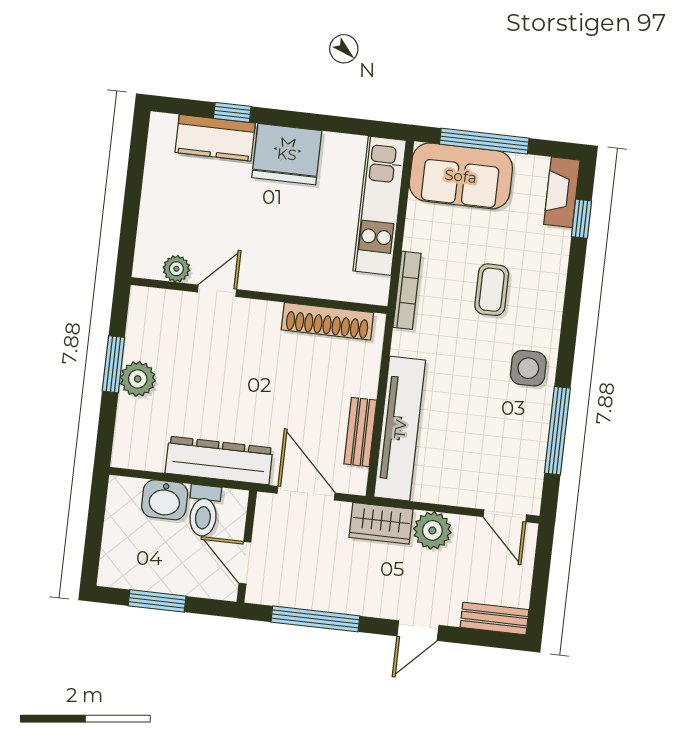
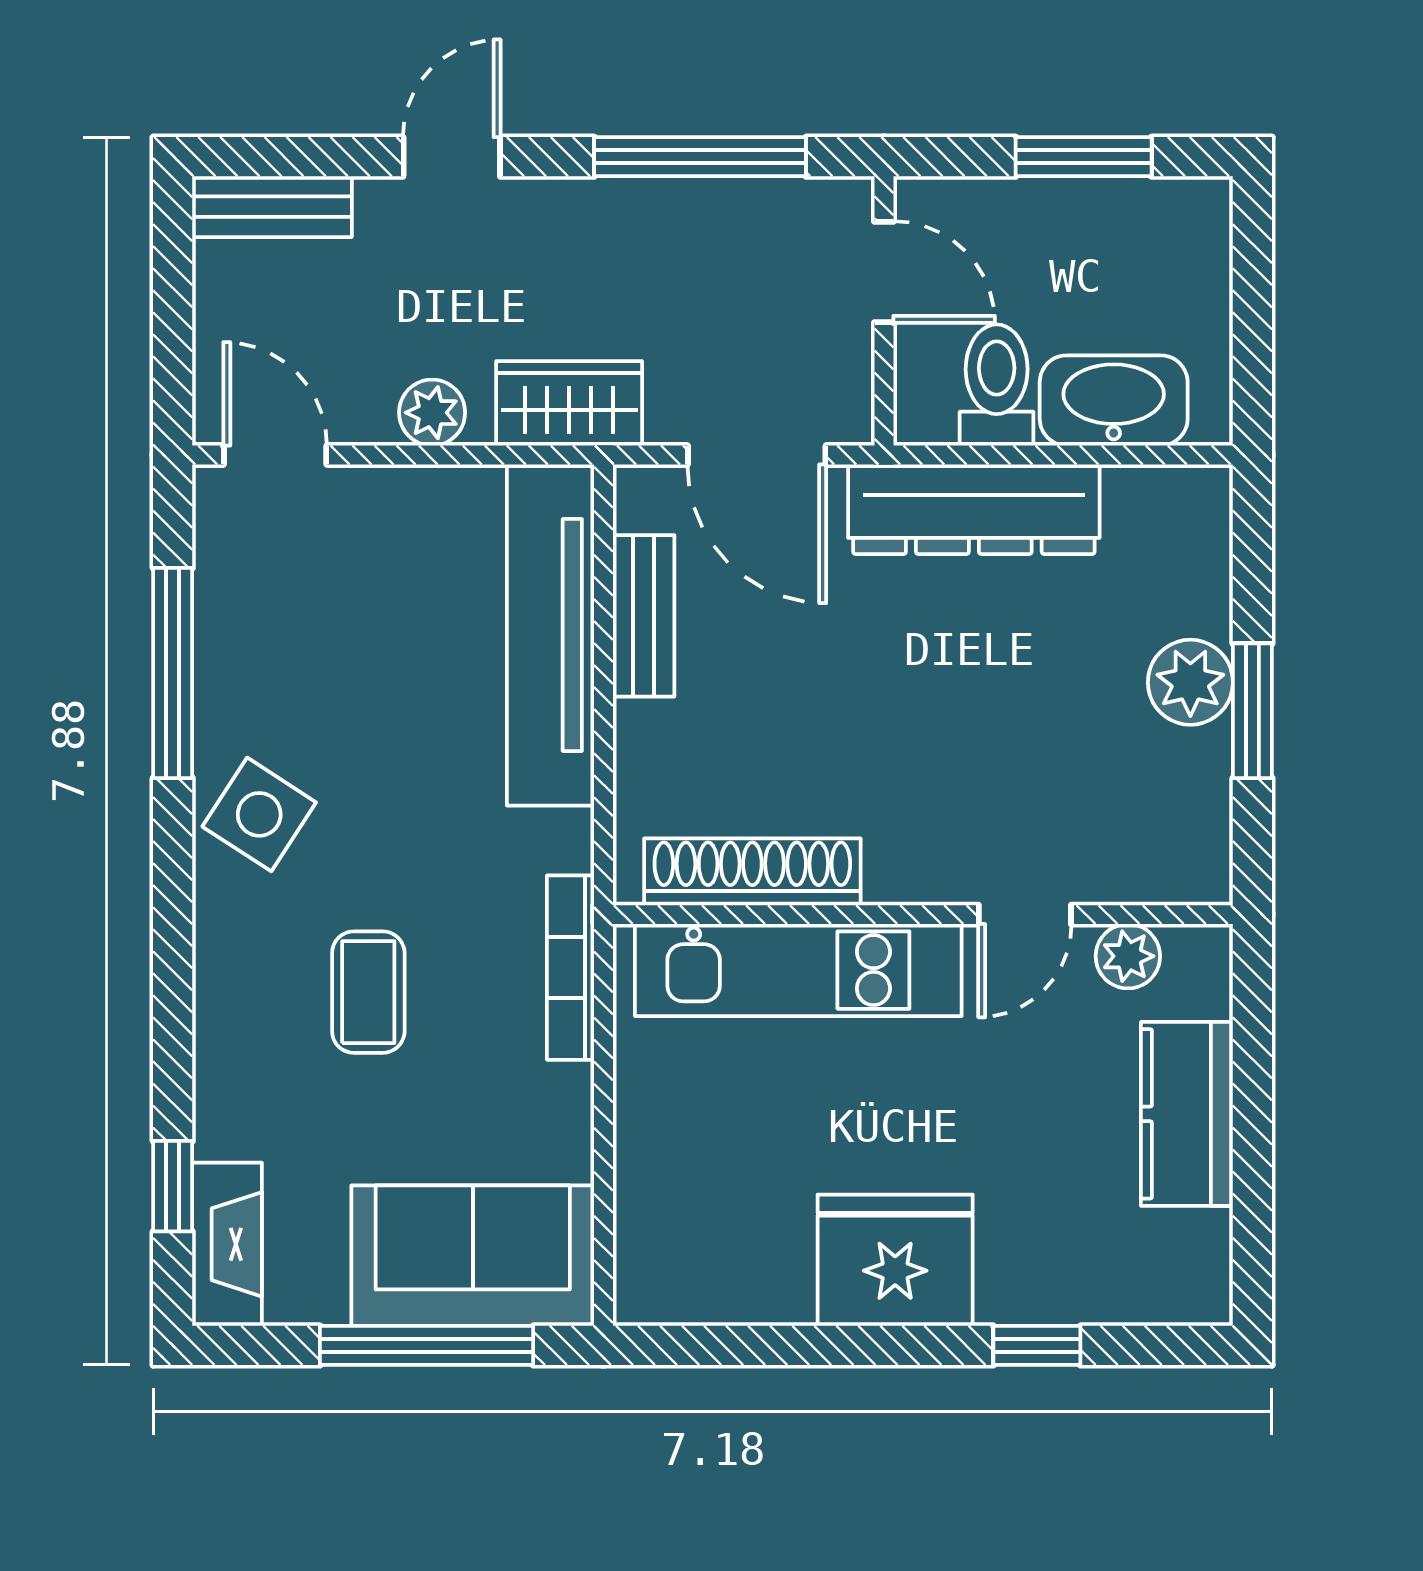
kitchen counter: (215, 138) -> (1187, 1114), moved, turned -90
kitchen unit: (380, 206) -> (798, 970), moved, turned 90
side table: (528, 368) -> (259, 814), turned 33
washbasin: (165, 500) -> (1114, 400), width x1.38
plant: (432, 530) -> (432, 413), width x0.73, depth x0.73

